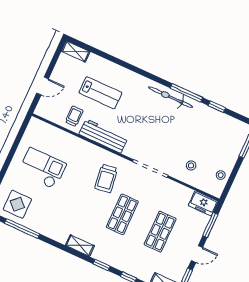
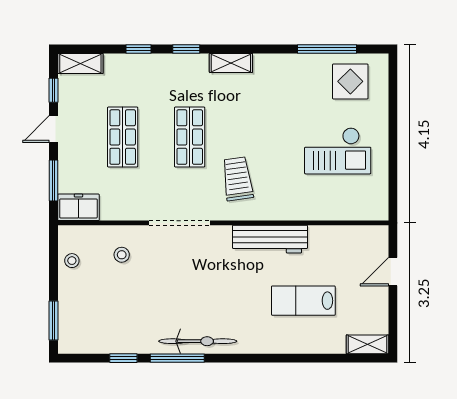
trolley: (74, 116) -> (326, 248), removed

